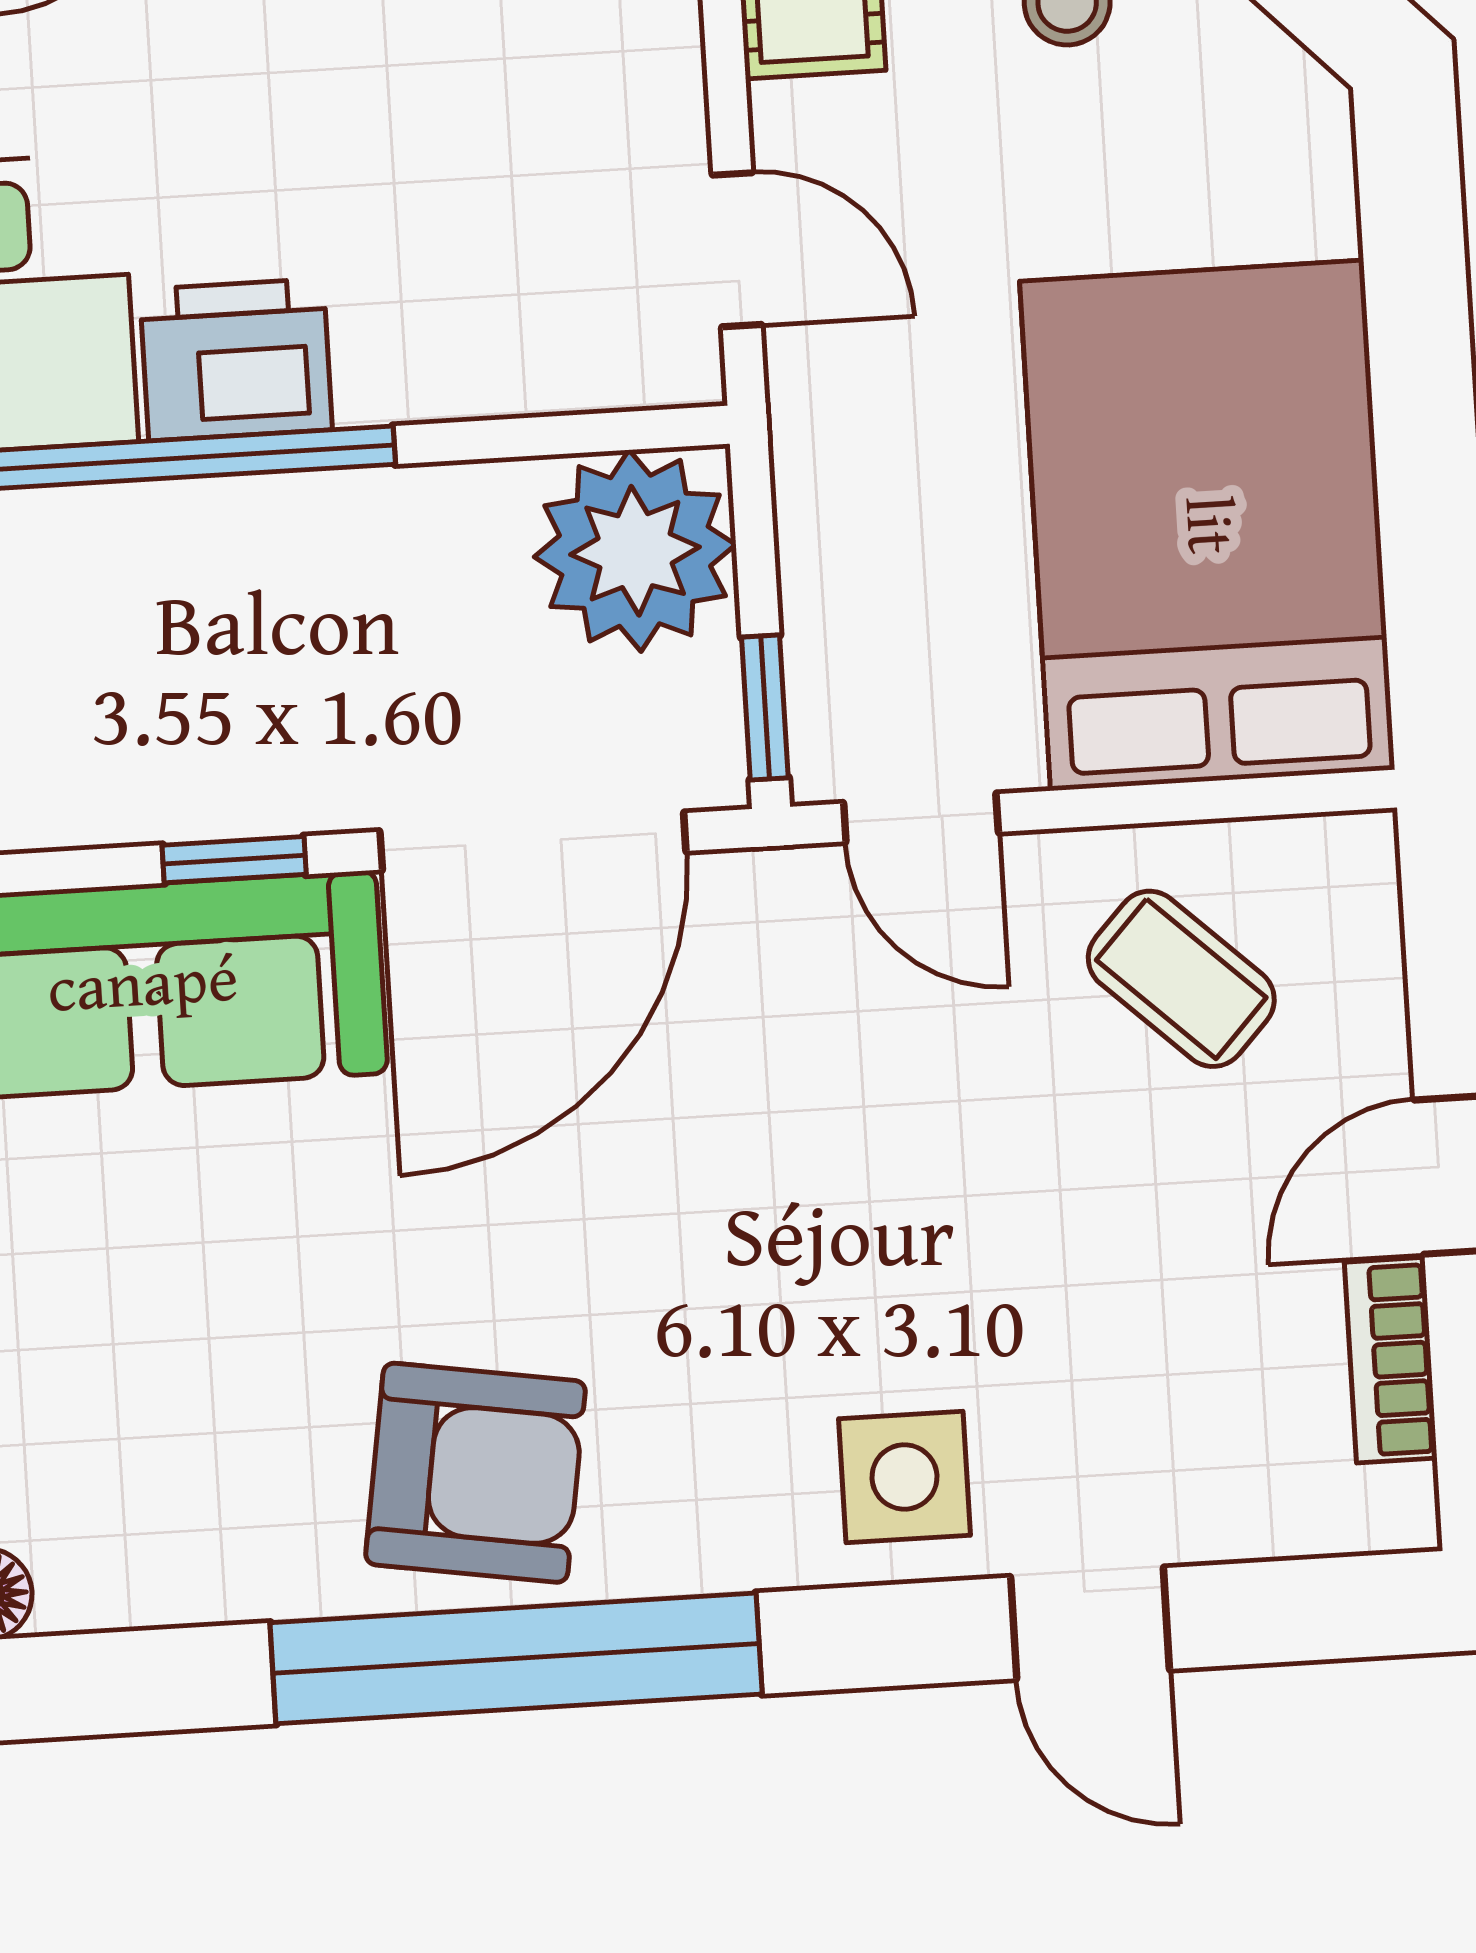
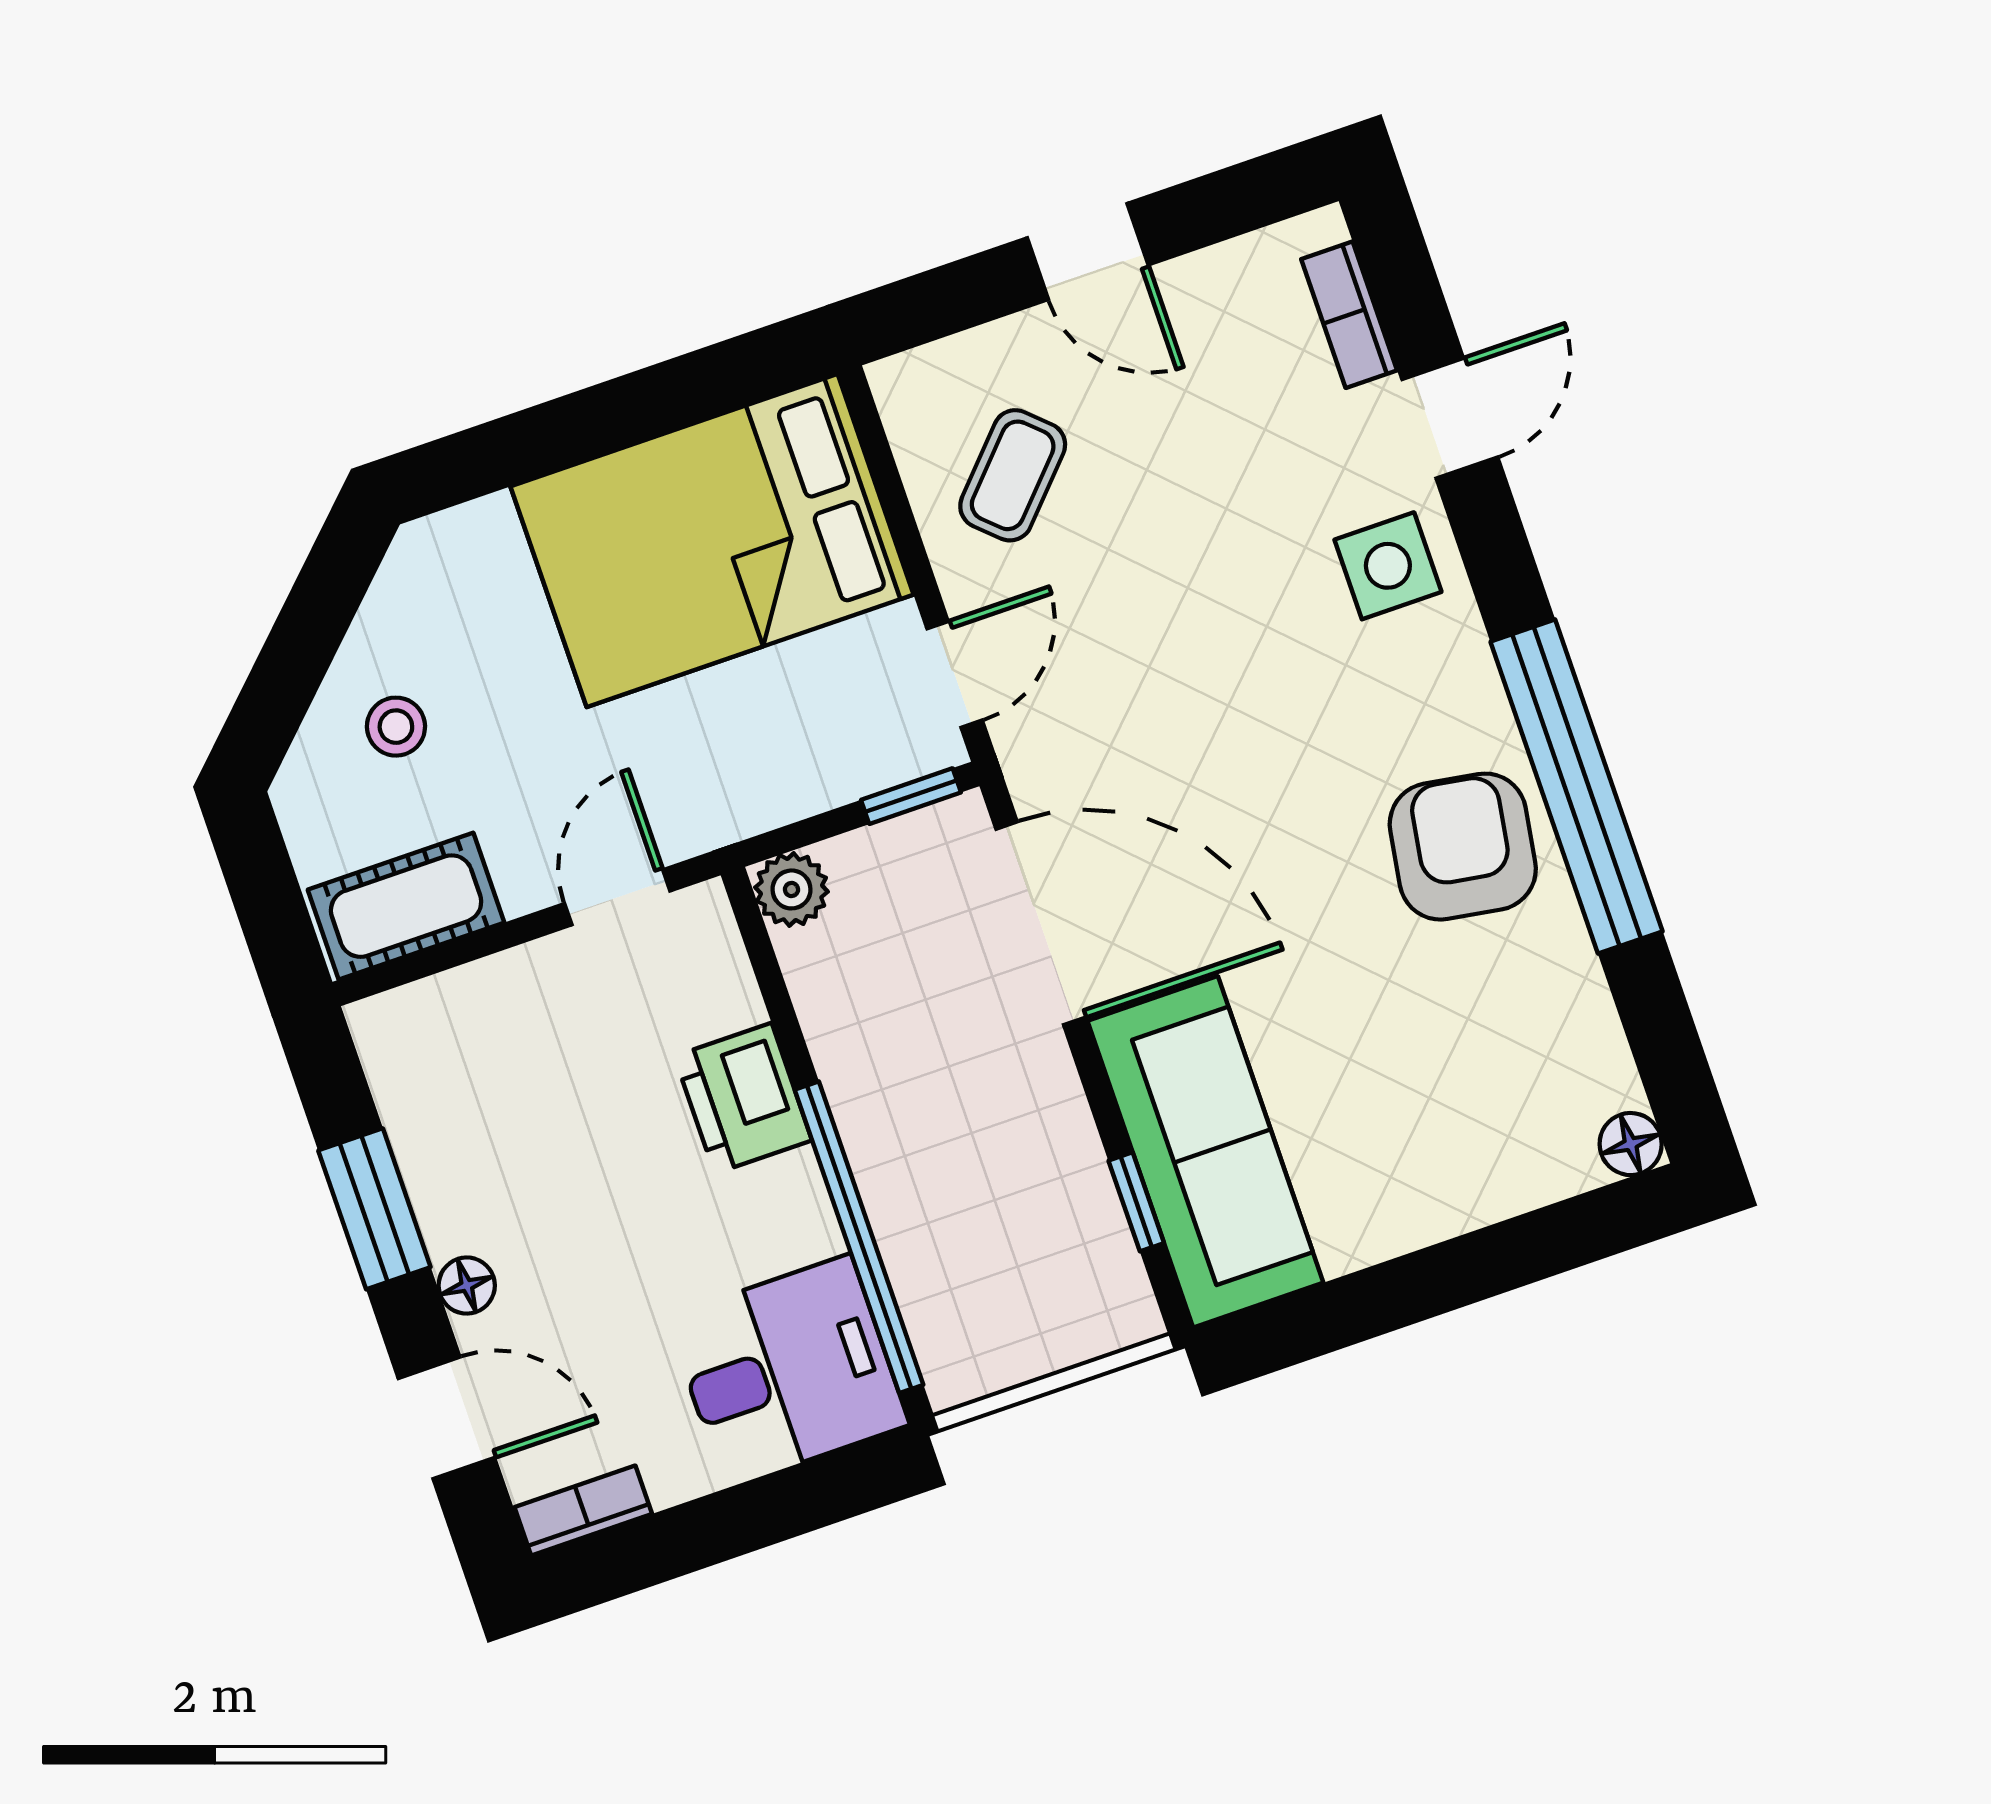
printer: (236, 360) -> (743, 1098), moved
plant: (635, 551) -> (791, 889), width x0.53, depth x0.53
window: (234, 860) -> (1136, 1202), moved
bookcase: (1391, 1360) -> (1349, 315), moved, turned 90

